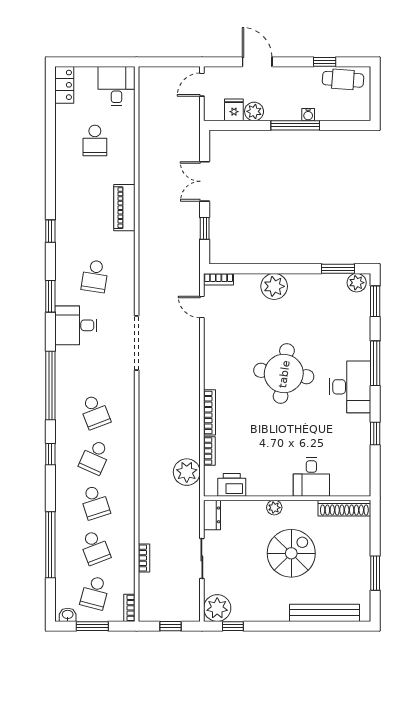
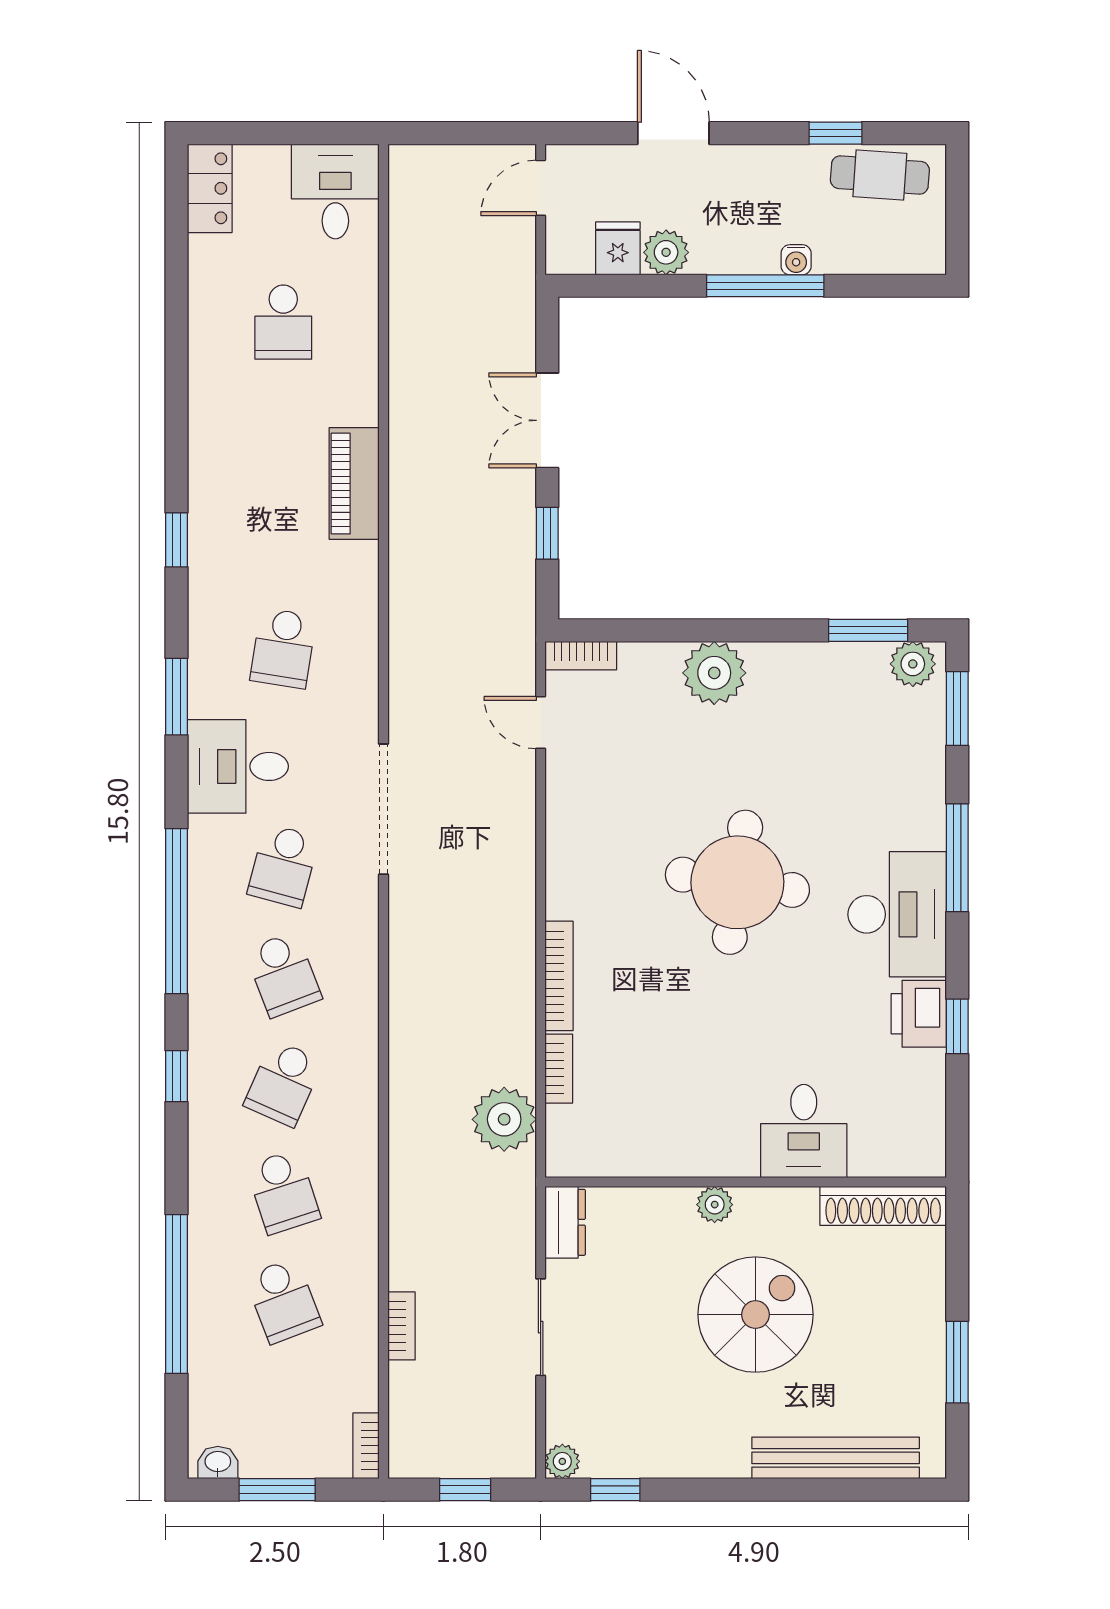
printer: (232, 485) -> (919, 1014), moved, turned -90
school desk: (95, 593) -> (283, 866), moved
plant: (217, 608) -> (562, 1461), width x0.53, depth x0.53

